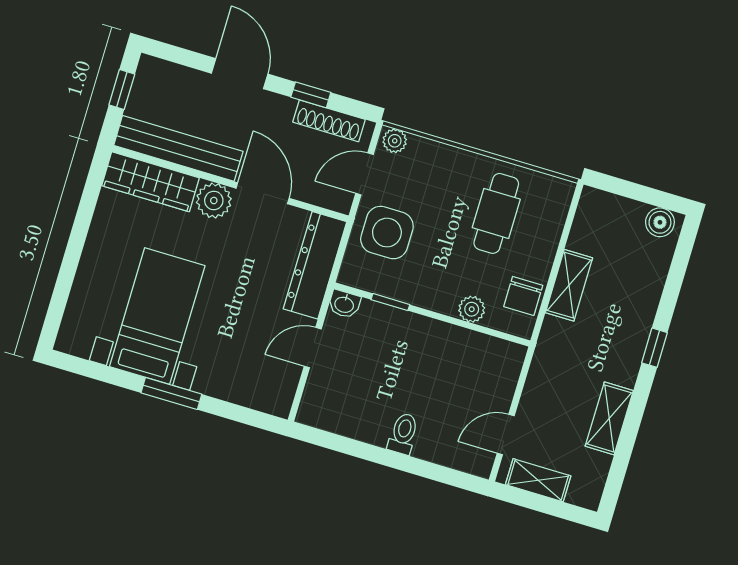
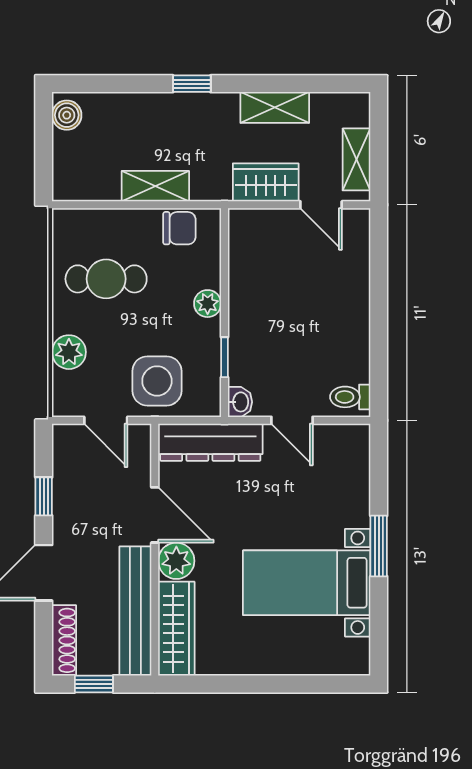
shoe rack: (329, 121) -> (64, 640), moved
plant: (395, 141) -> (69, 352), moved, width x1.38, depth x1.38
door: (263, 193) -> (155, 515), swing flipped
plant: (472, 309) -> (208, 304), moved
wardrobe: (542, 389) -> (266, 182), added
toilet: (403, 434) -> (350, 397), moved

